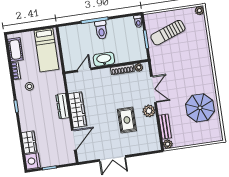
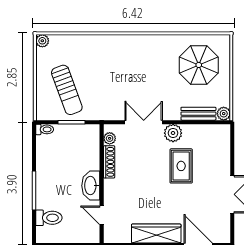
toilet: (101, 30) -> (49, 218), moved
parasol: (200, 108) -> (199, 65), moved
rug: (127, 120) -> (181, 166), turned 90

